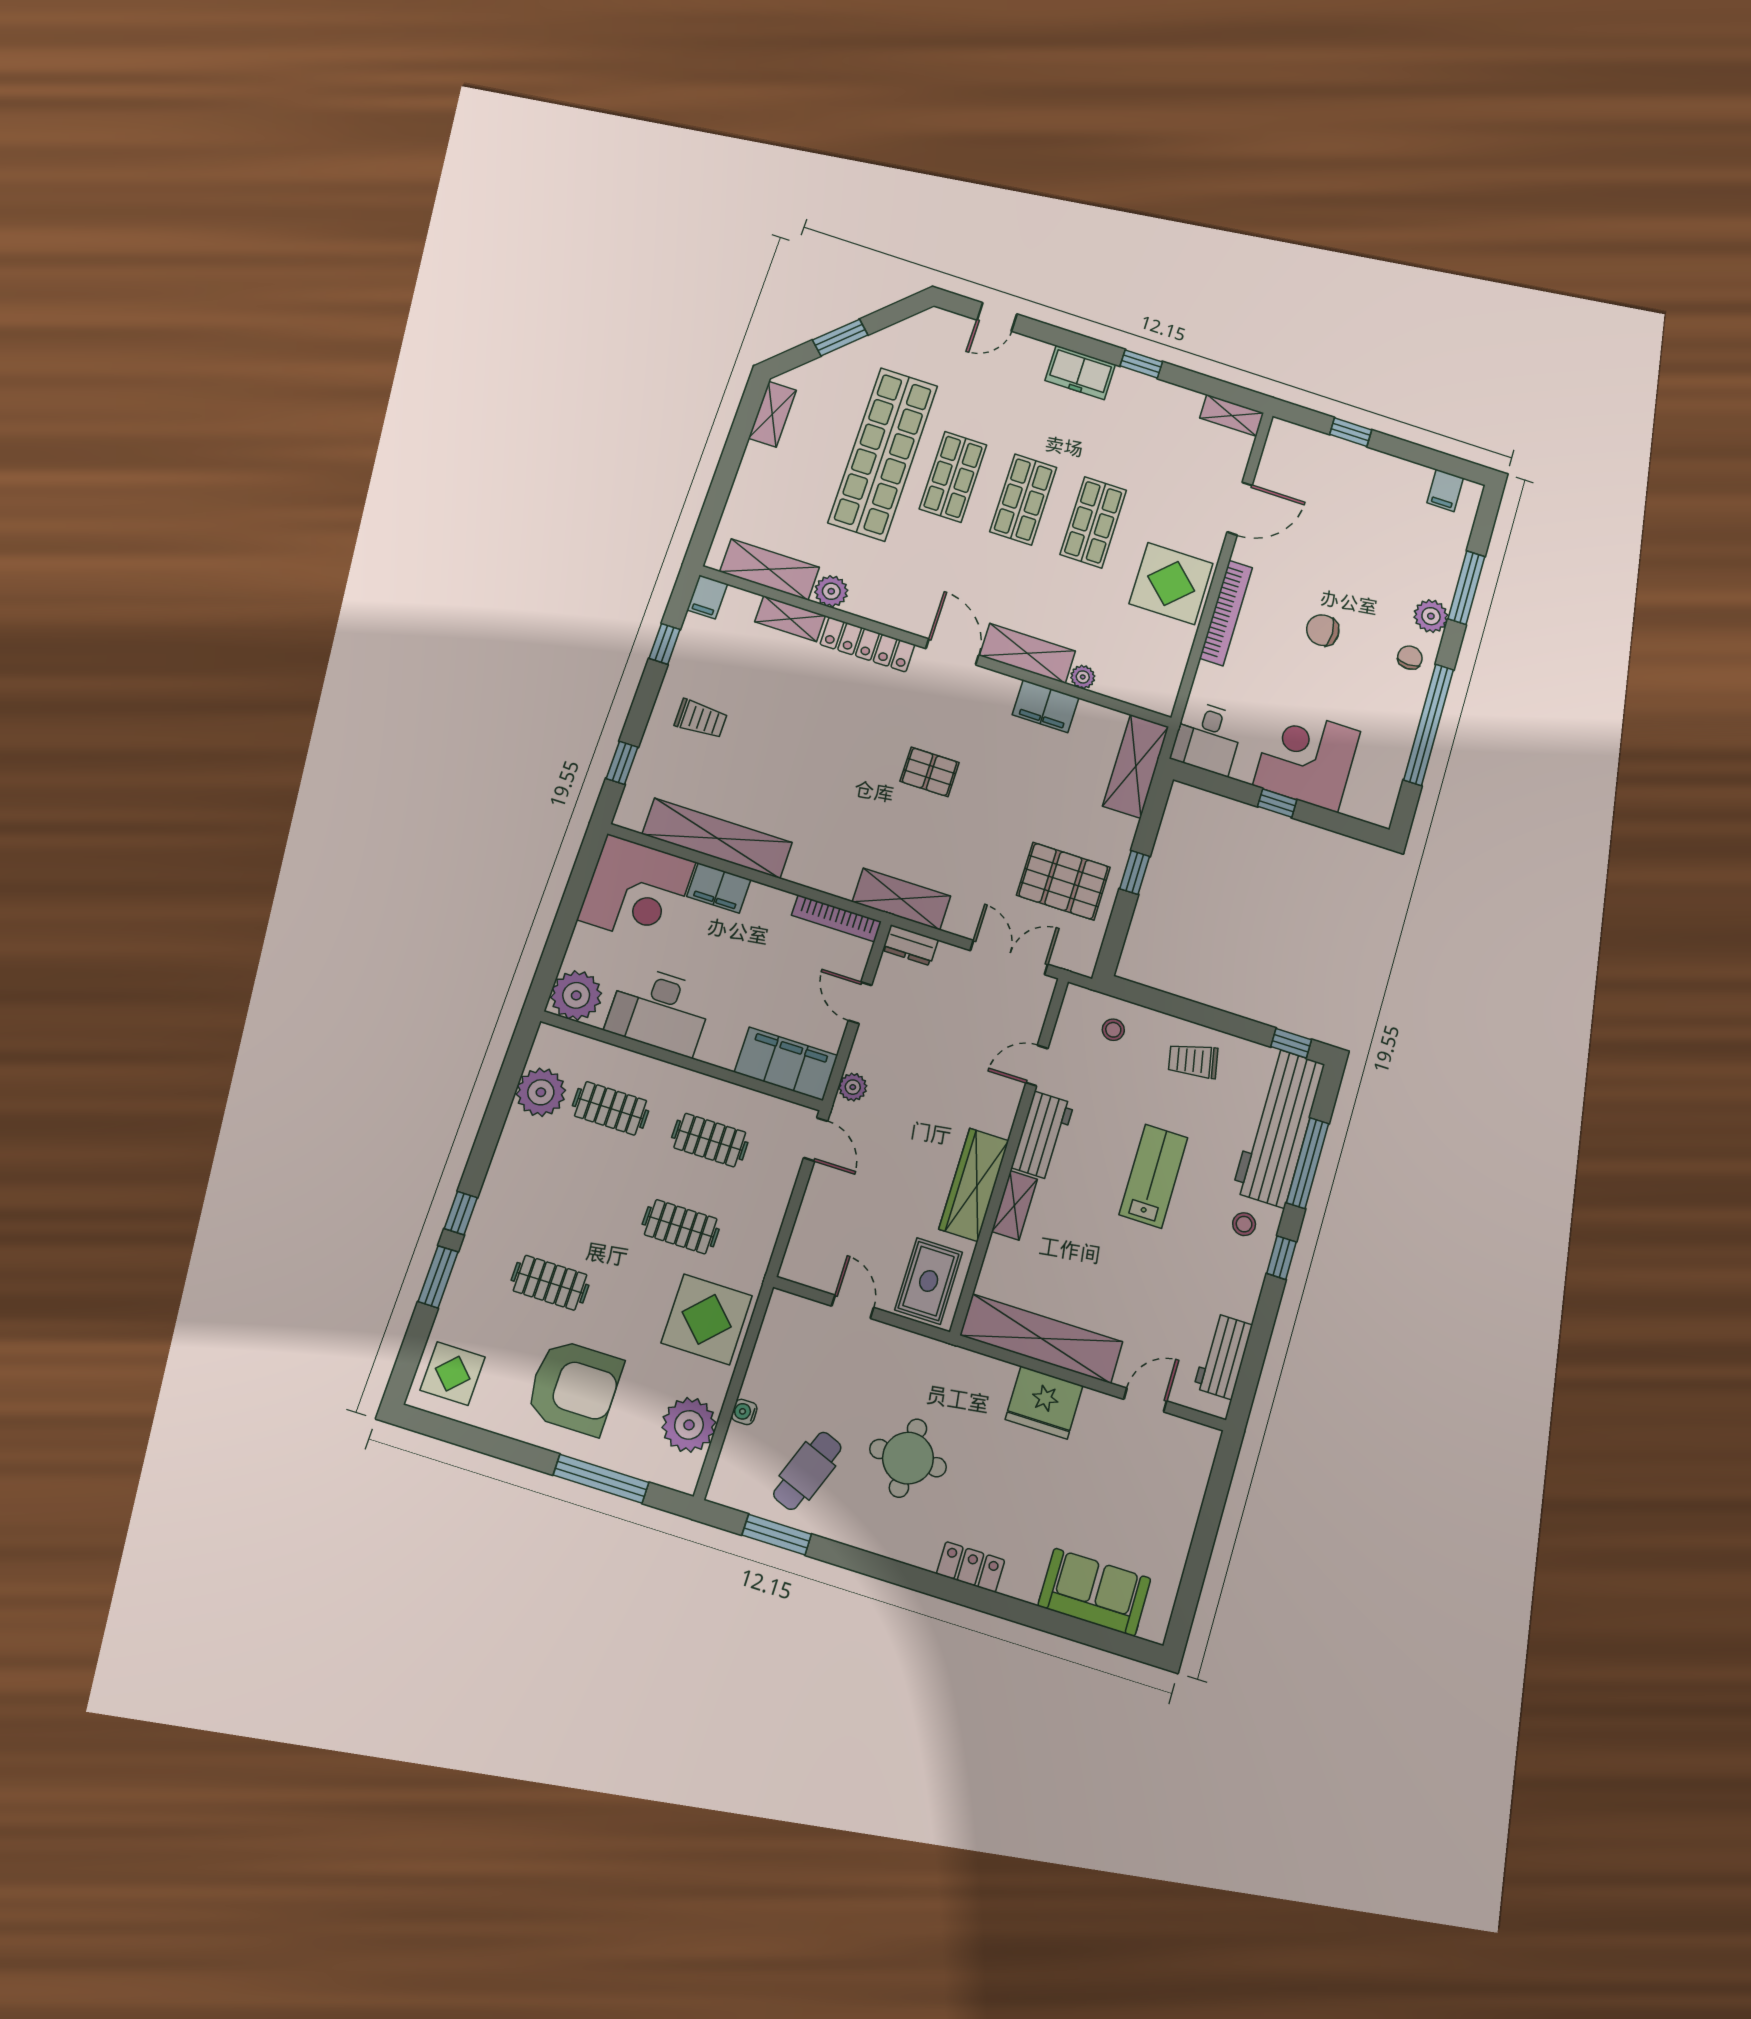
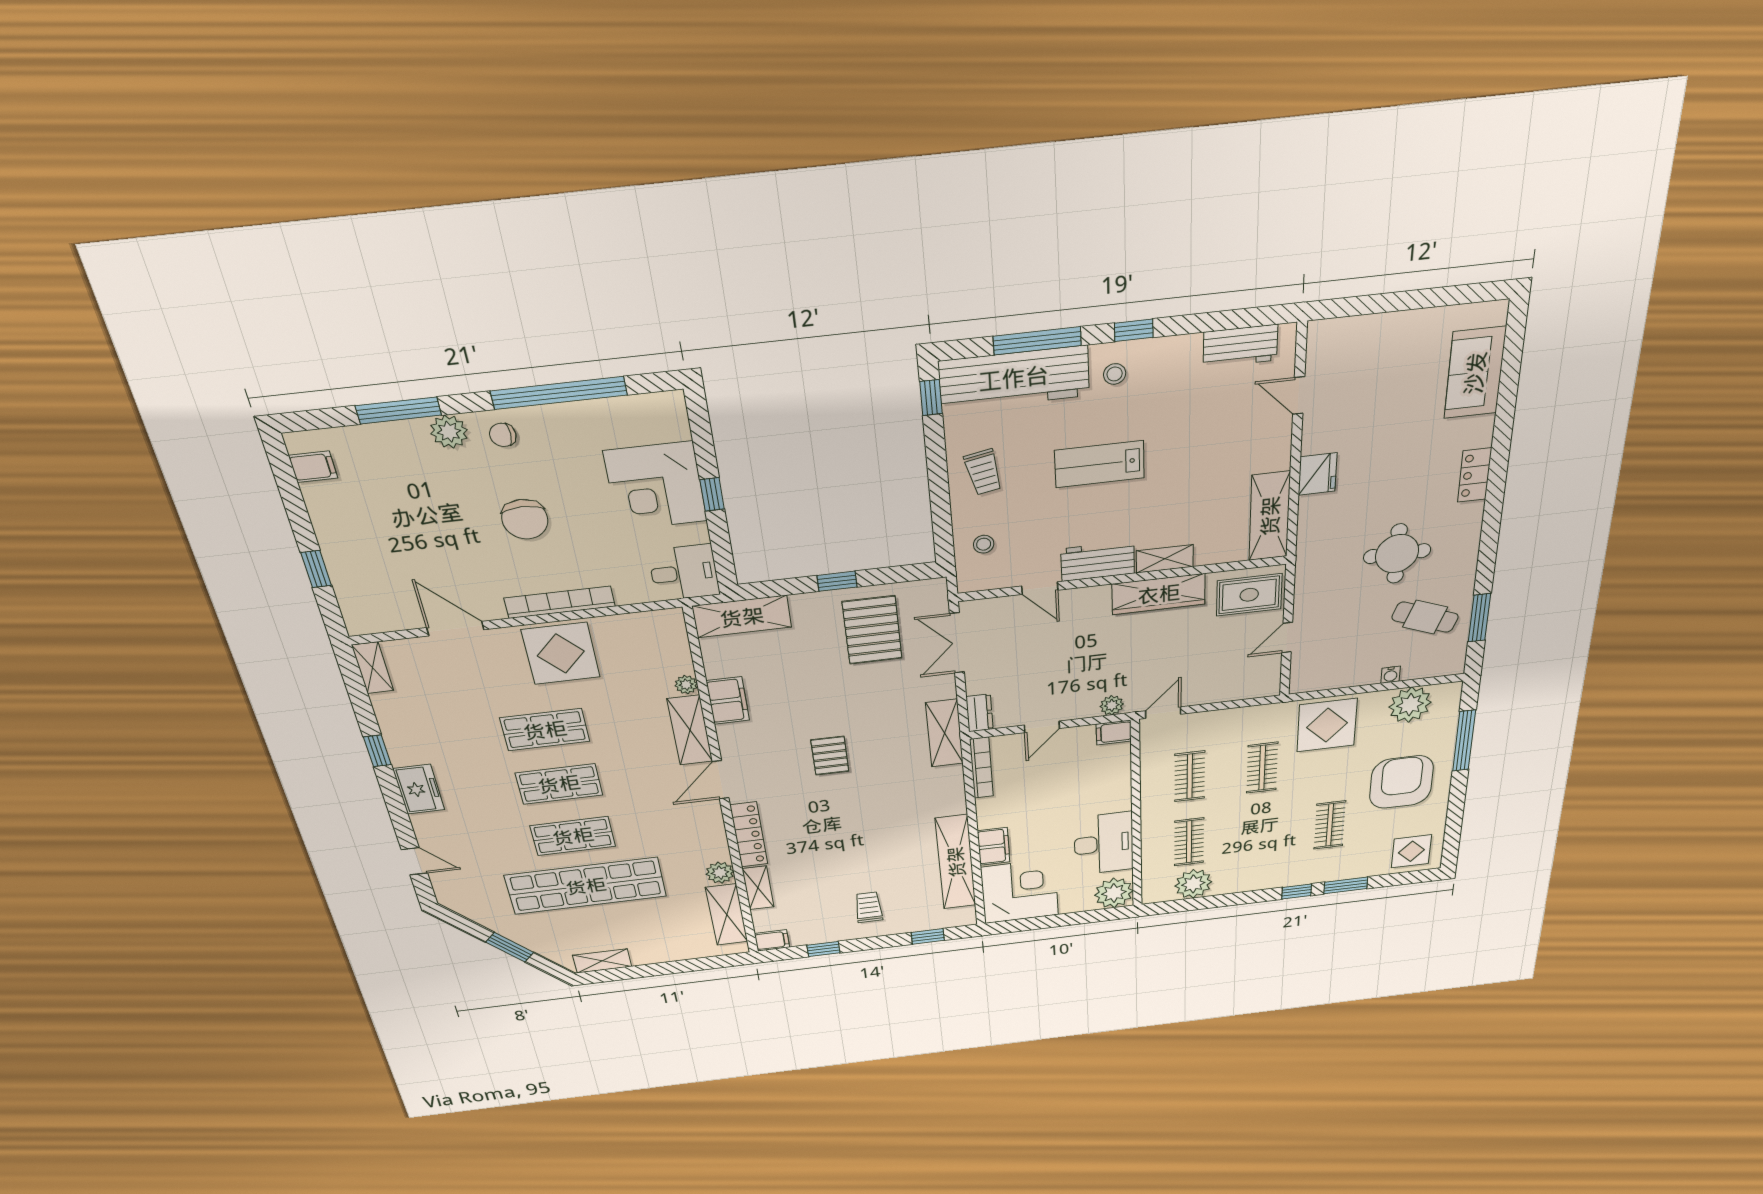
chair: (1323, 630) -> (525, 519), width x1.37, depth x1.37
filing cabinet: (786, 1064) -> (1114, 732), width x0.33, depth x0.86
shelving: (1041, 1339) -> (1270, 516), width x0.68
fridge: (1044, 1402) -> (1318, 474), width x0.73, depth x0.75

